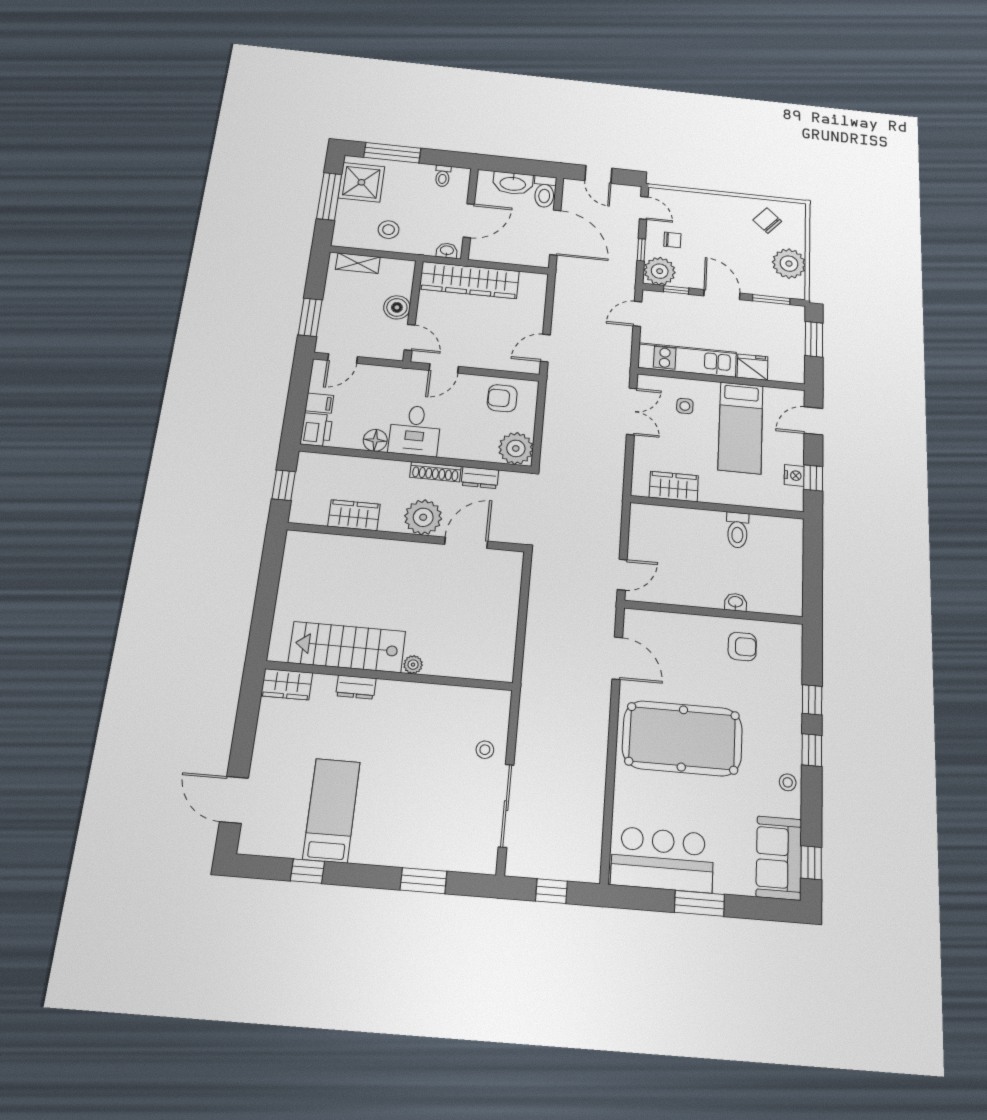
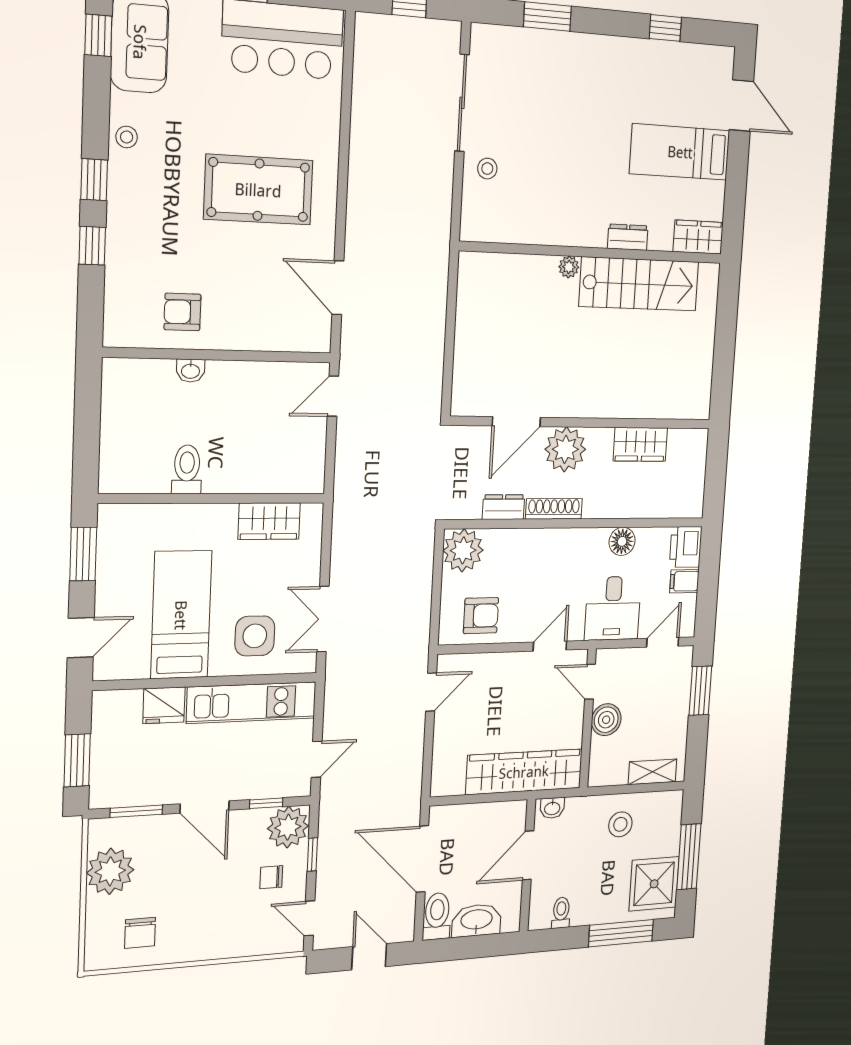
chair: (767, 221) -> (140, 933), turned 48
side table: (685, 406) -> (255, 636), width x1.87, depth x1.87
desk: (415, 430) -> (613, 608), moved, turned 180
nightstand: (794, 475) -> (109, 555), removed
window: (813, 478) -> (83, 554), width x1.50
window: (284, 485) -> (716, 474), removed
pool table: (682, 738) -> (258, 190), width x0.73, depth x0.76
bed: (332, 810) -> (680, 152), moved, turned 90

